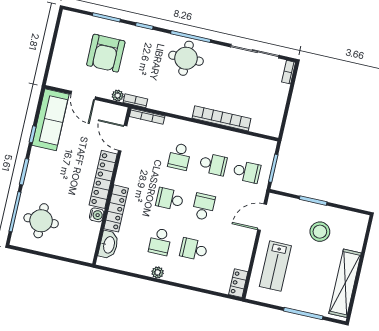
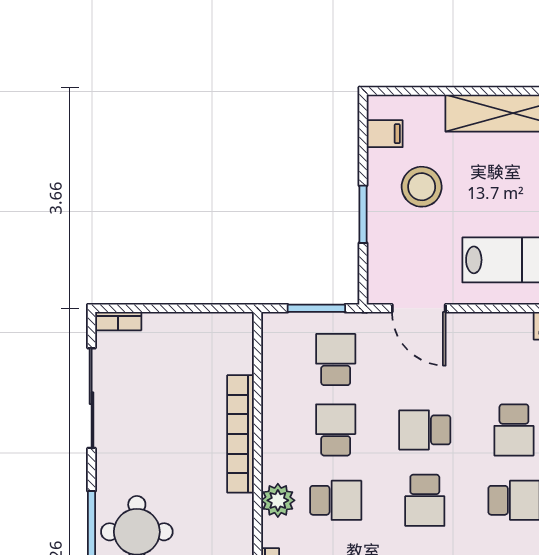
plant: (186, 129) -> (278, 500), added
filing cabinet: (349, 220) -> (385, 134), added

